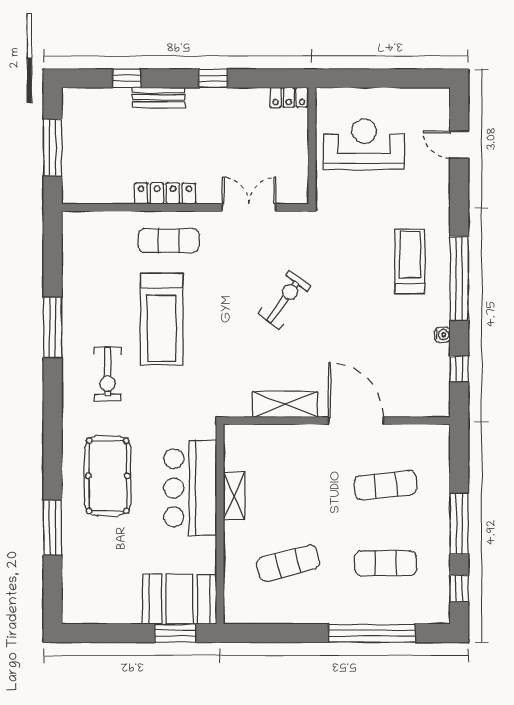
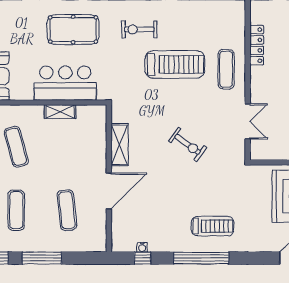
locker: (165, 194) -> (257, 45), moved
treadmill: (162, 319) -> (175, 64), turned 180
water cooler: (443, 335) -> (142, 247), moved

